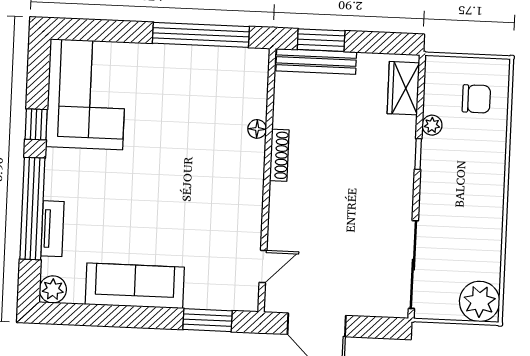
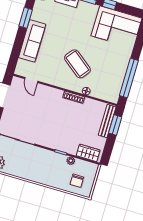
coffee table: (197, 166) -> (77, 64), added
sofa: (135, 286) -> (32, 41), moved
window: (208, 320) -> (26, 18), moved

